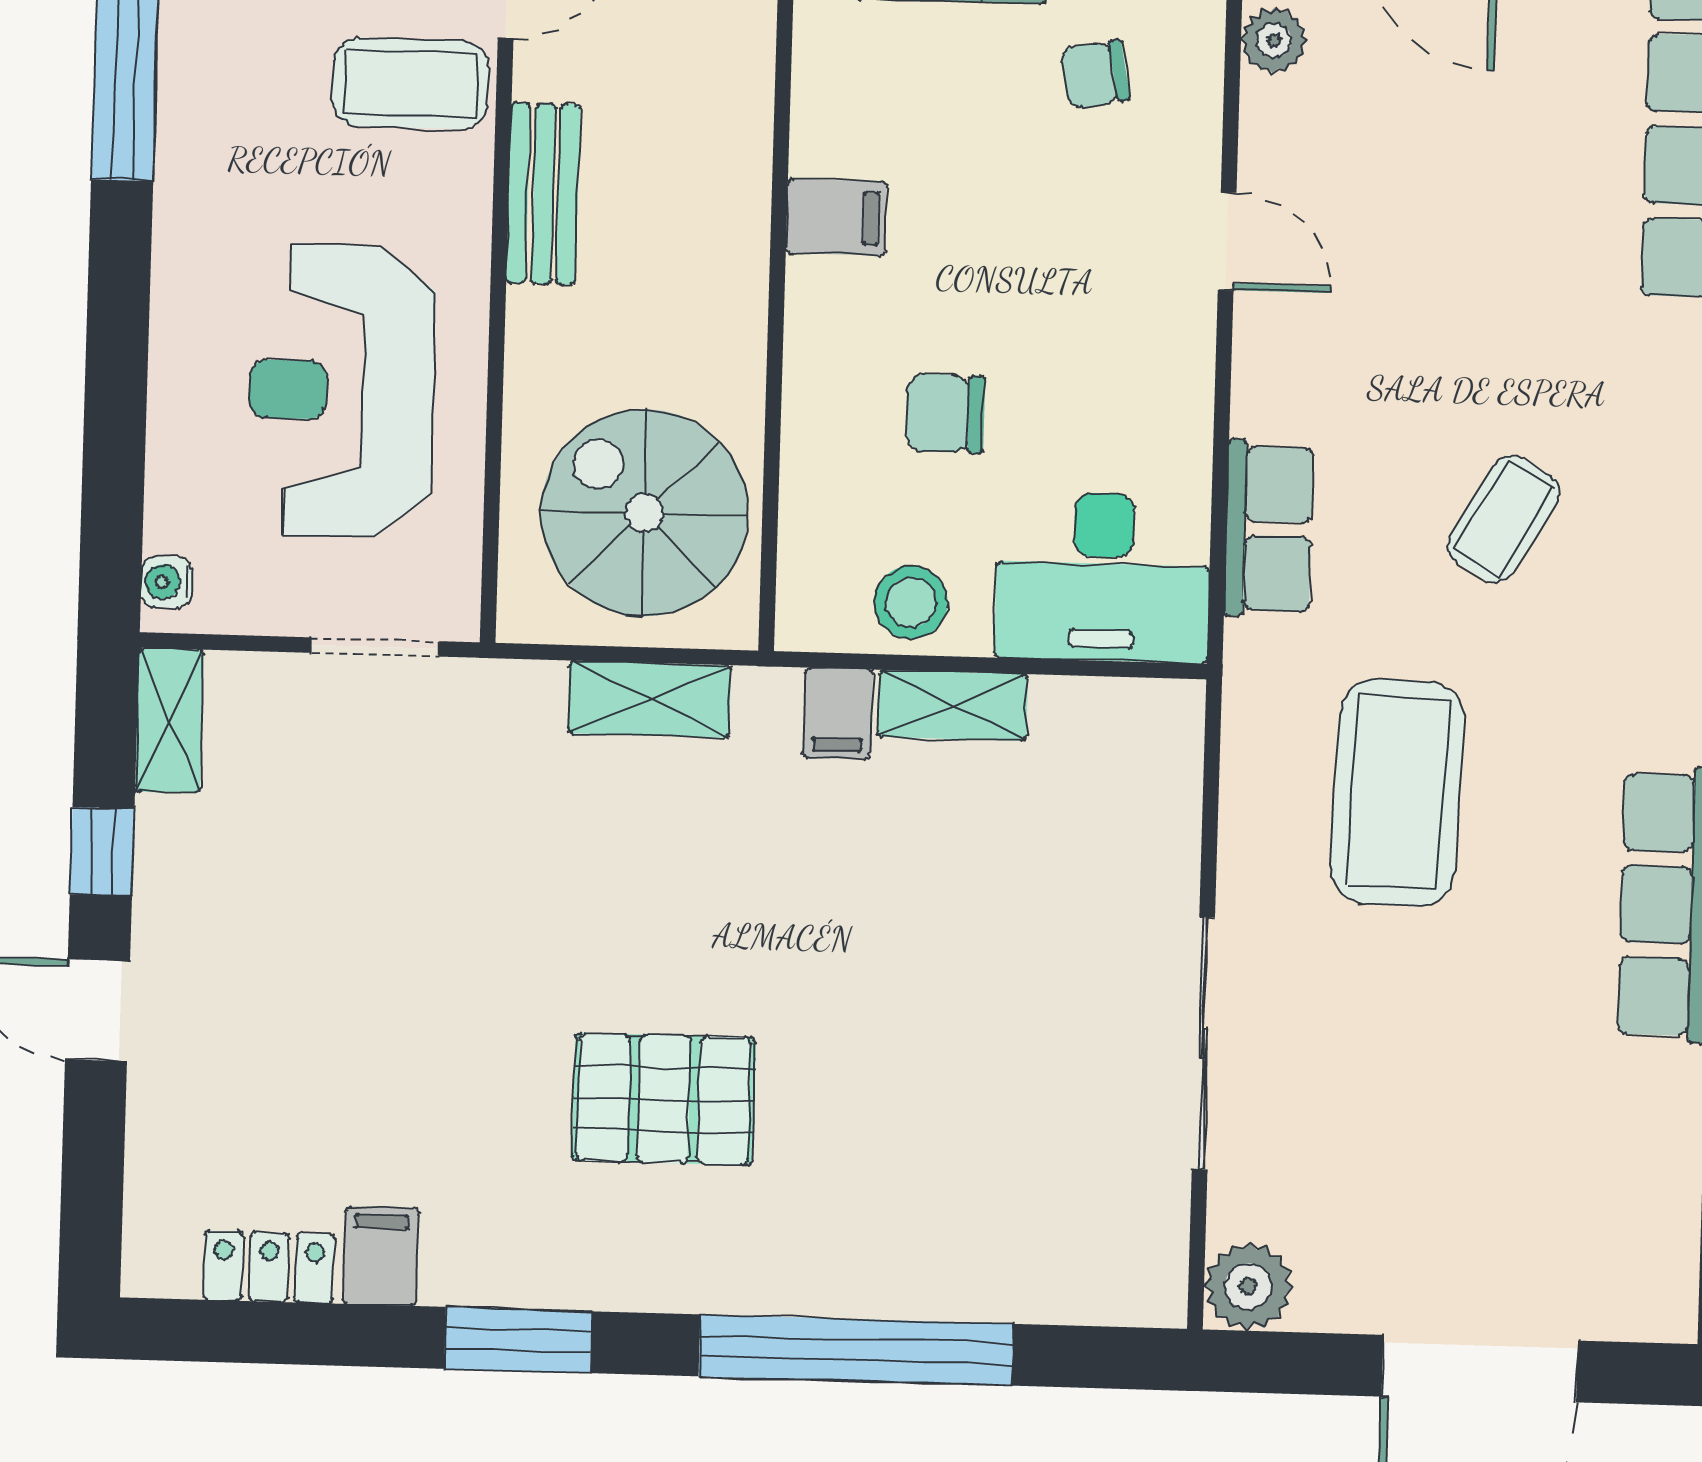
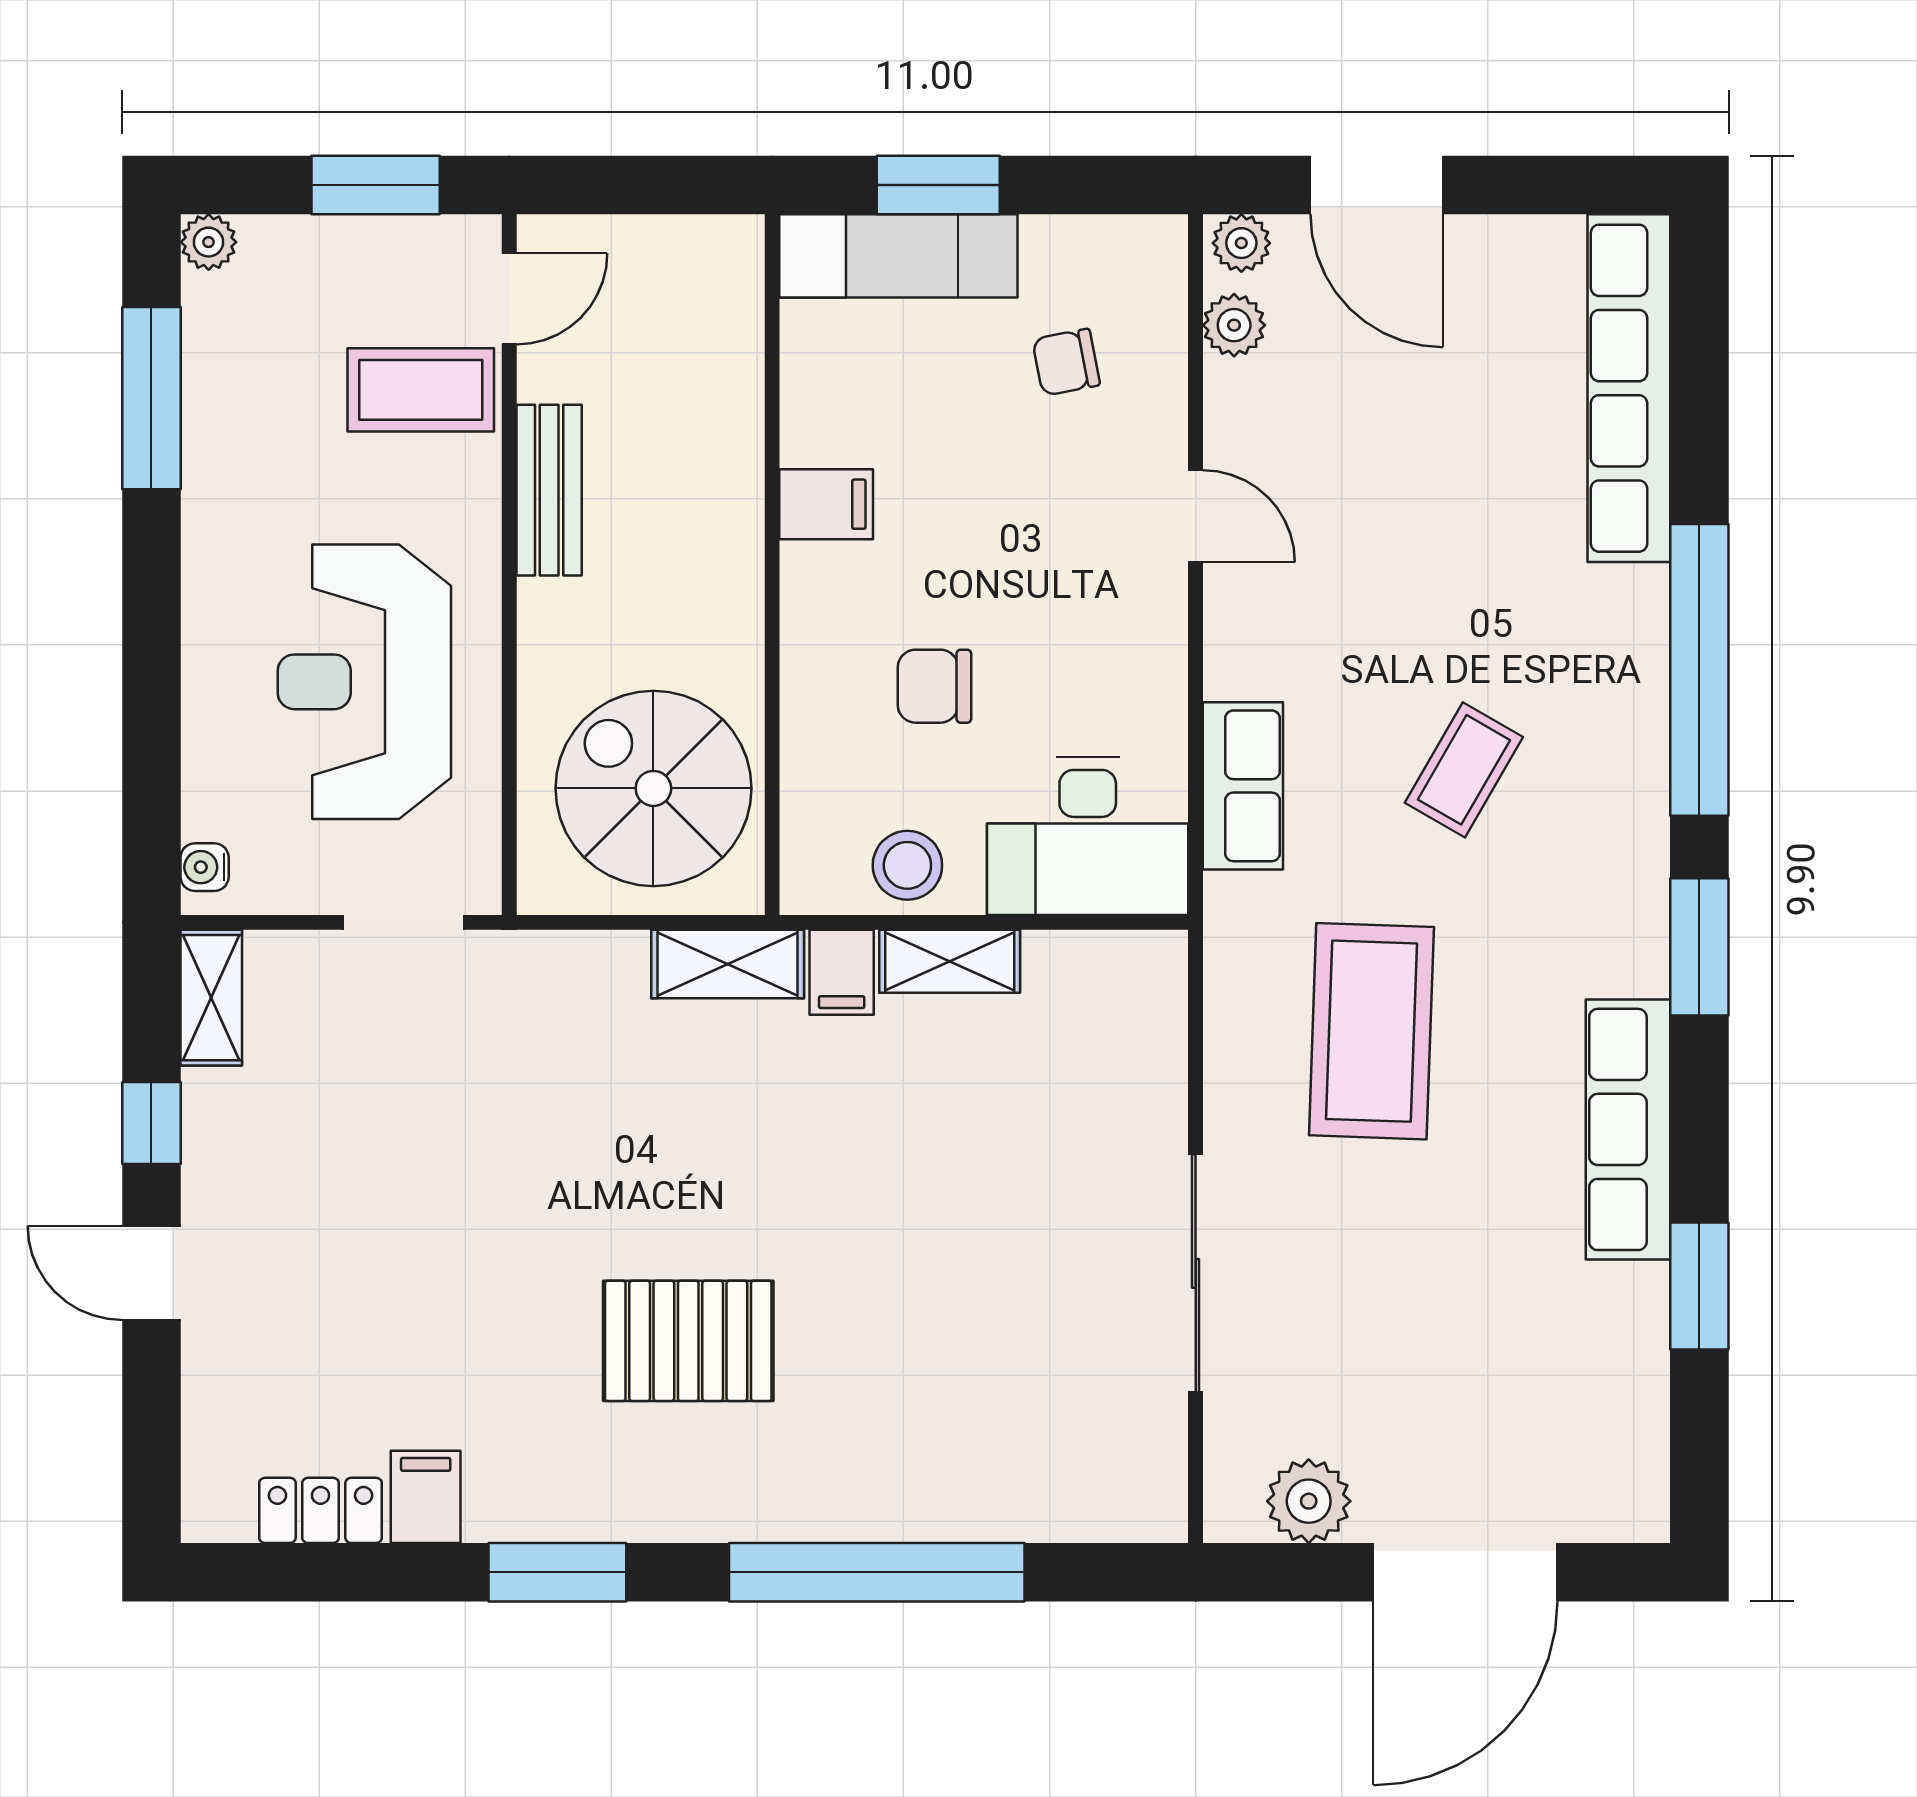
shelving: (649, 699) -> (728, 964), moved
plant: (1248, 1286) -> (1309, 1501), moved

